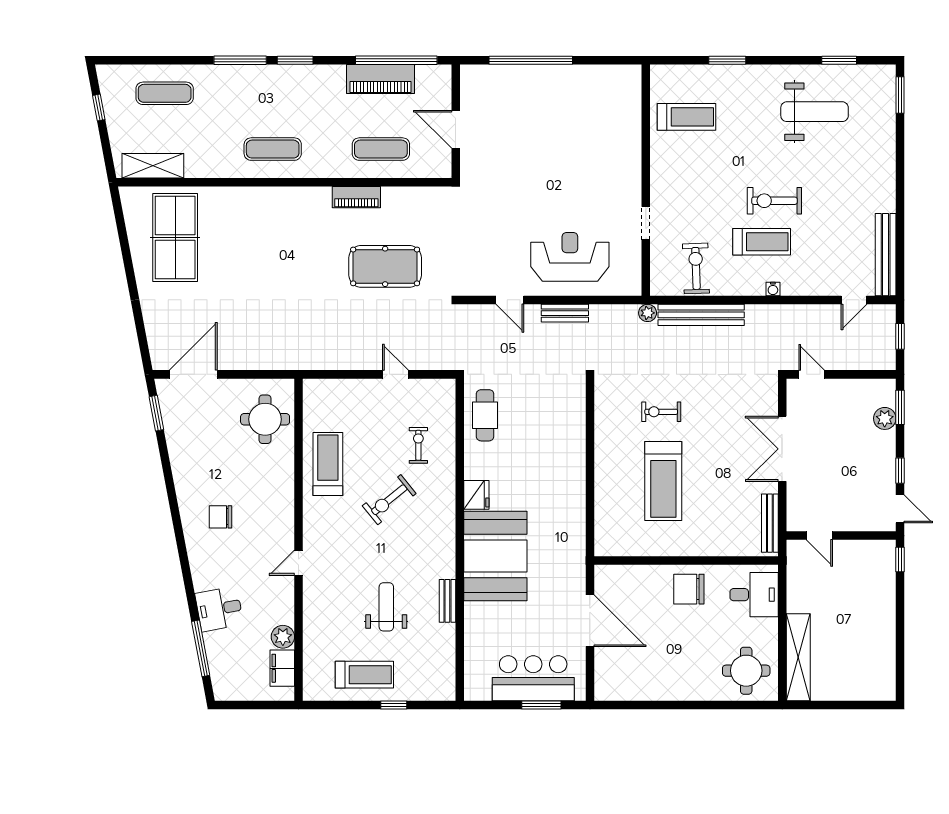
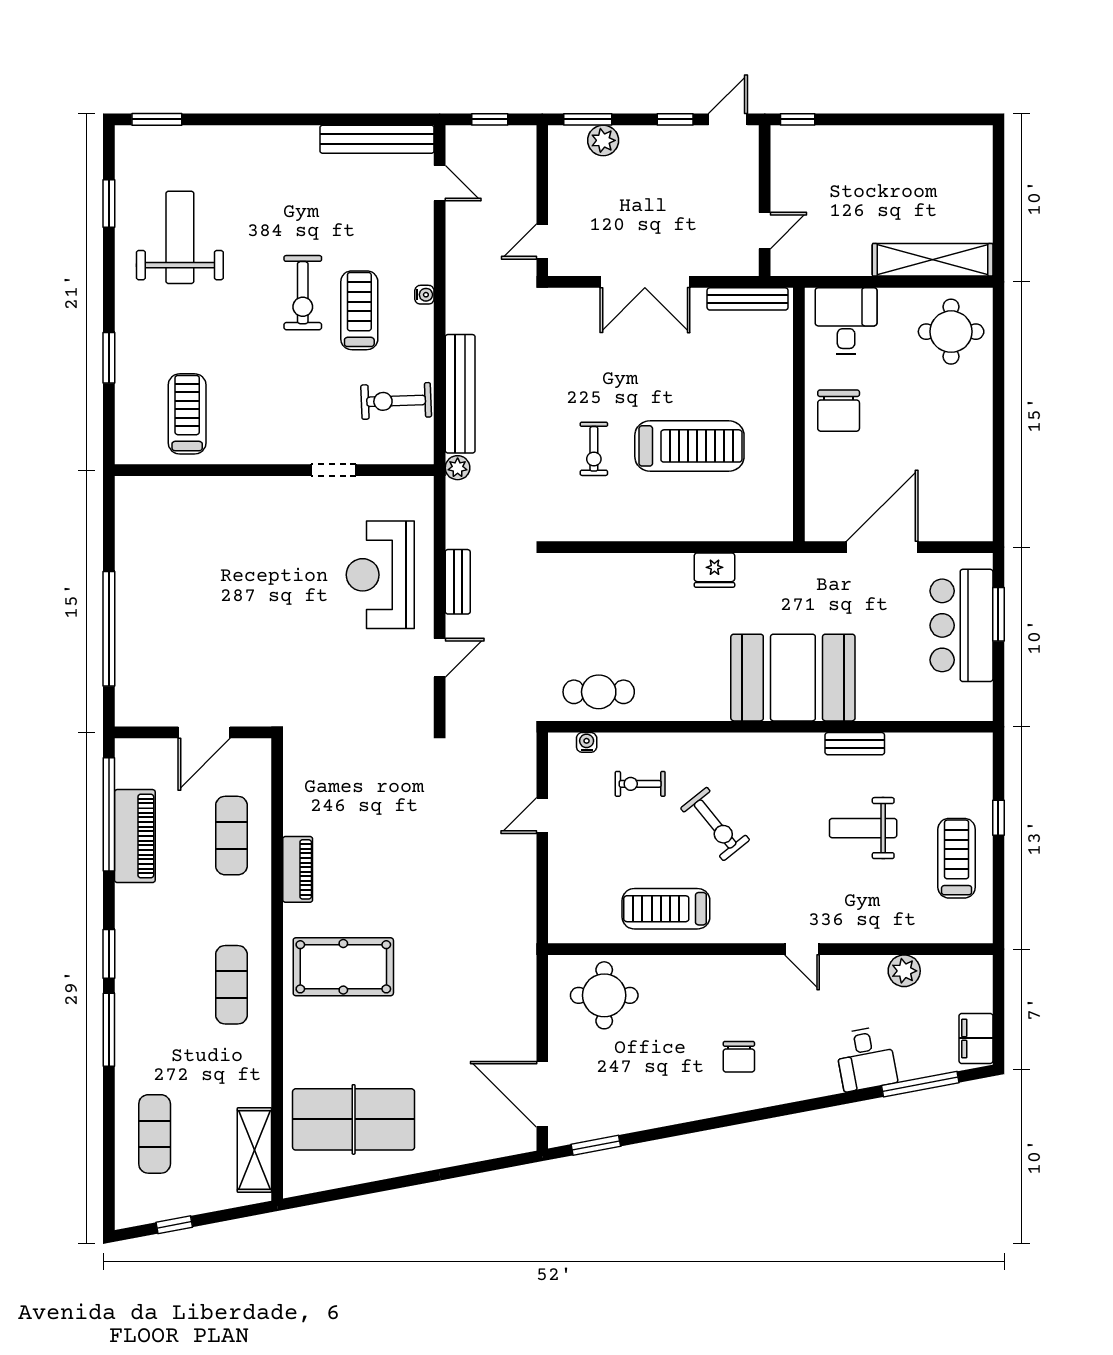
pool table: (385, 266) -> (343, 967), moved, turned 90
water cooler: (448, 406) -> (587, 742), added
fridge: (476, 495) -> (714, 570), moved, turned 180
filing cabinet: (282, 668) -> (976, 1038), moved, turned 90

